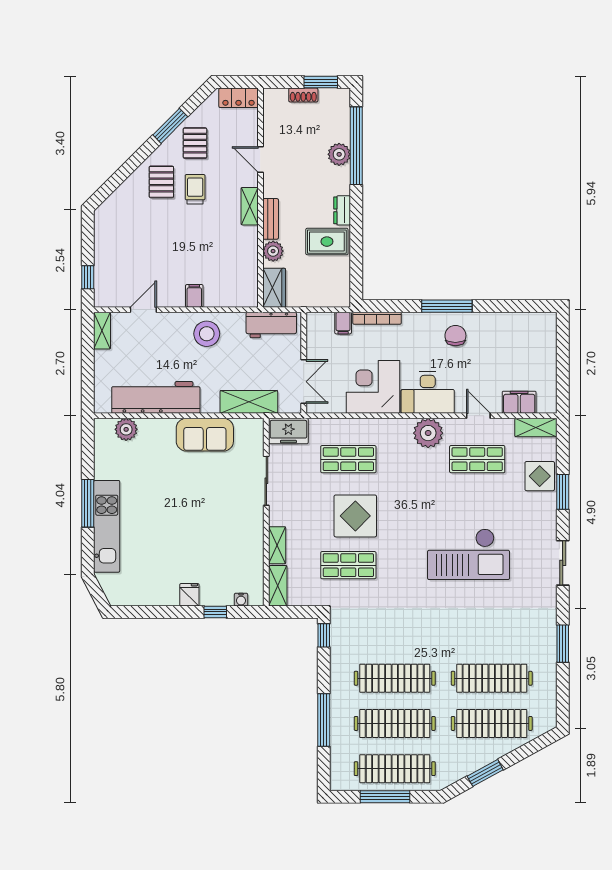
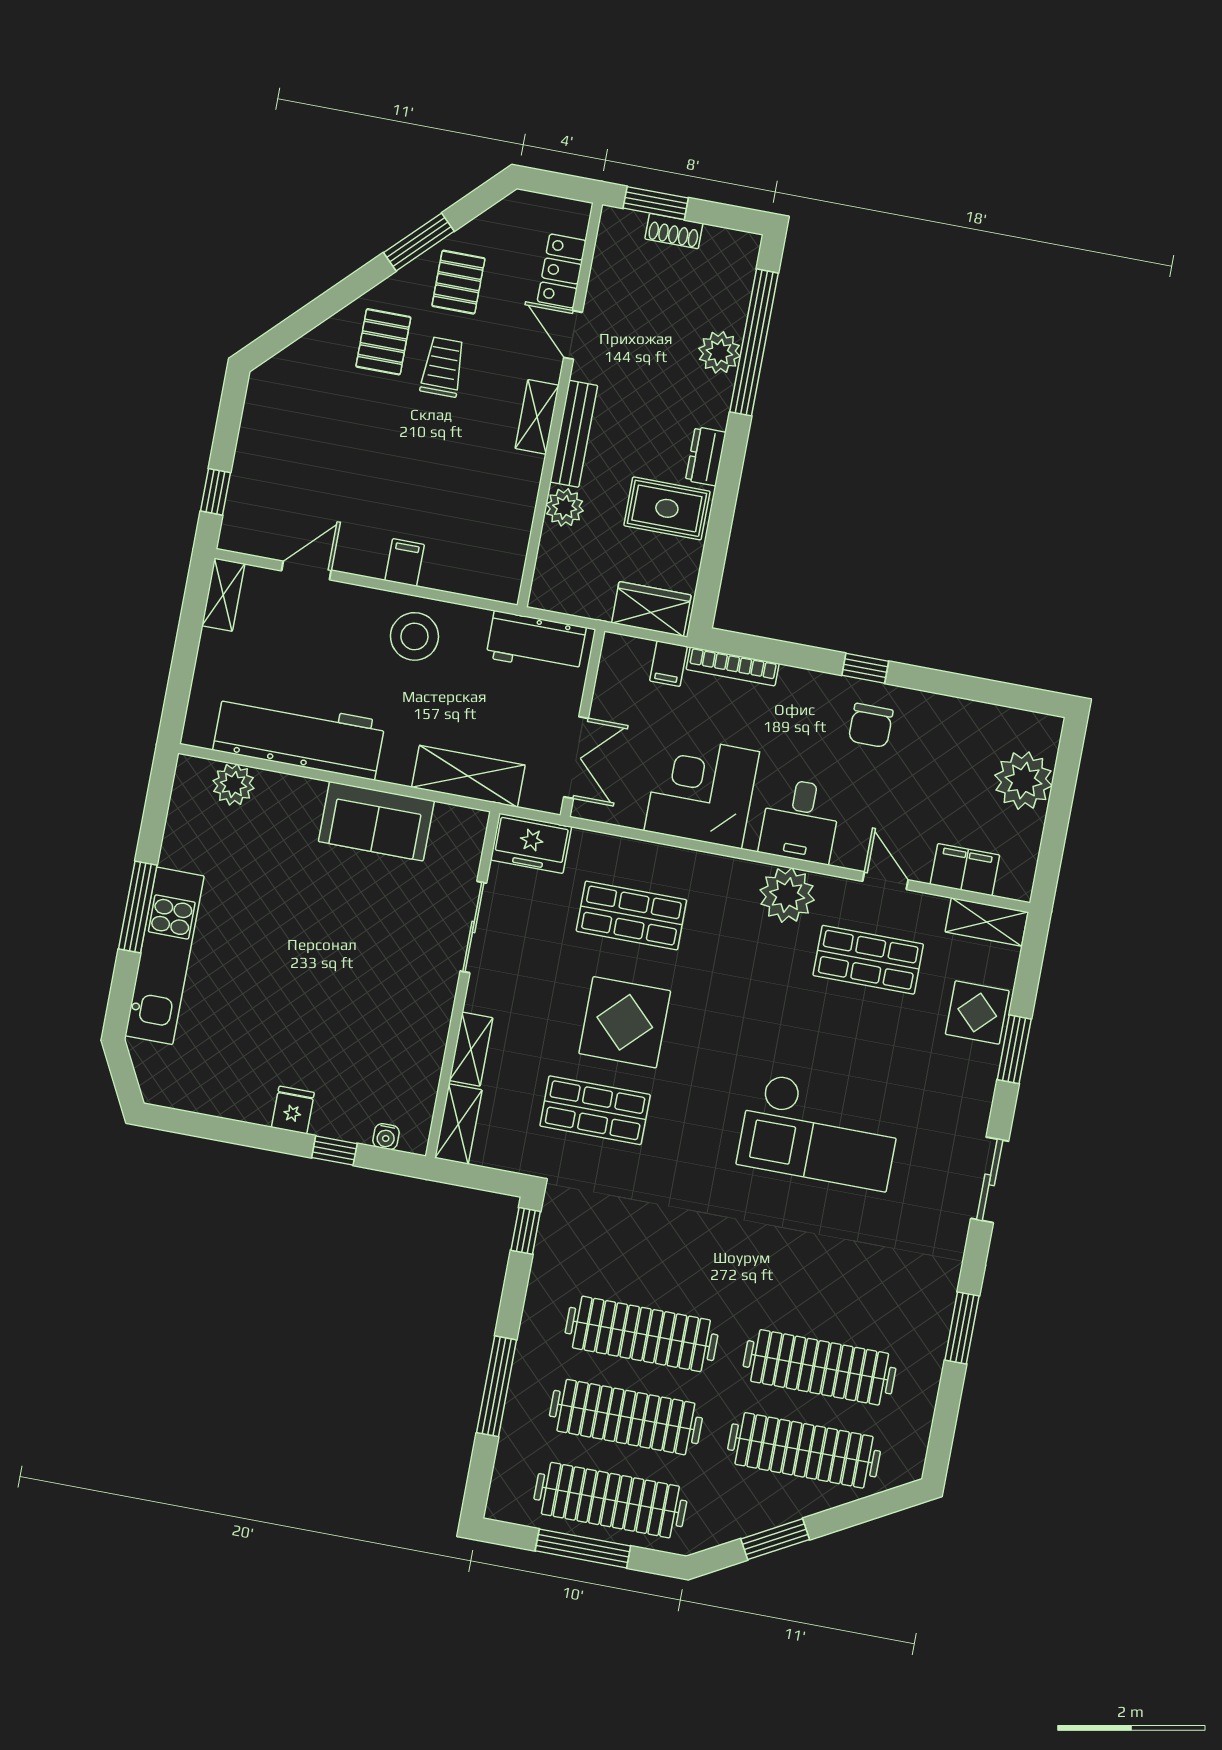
window: (321, 82) -> (656, 203), moved
locker: (239, 98) -> (562, 271), moved, turned 90
bench: (271, 219) -> (574, 434), width x1.36
wardrobe: (274, 288) -> (651, 609), moved, turned -90
window: (447, 306) -> (865, 668), width x0.46
chair: (455, 336) -> (871, 725), turned 180
plant: (541, 350) -> (1023, 781), added
desk: (428, 393) -> (800, 821), width x0.73

